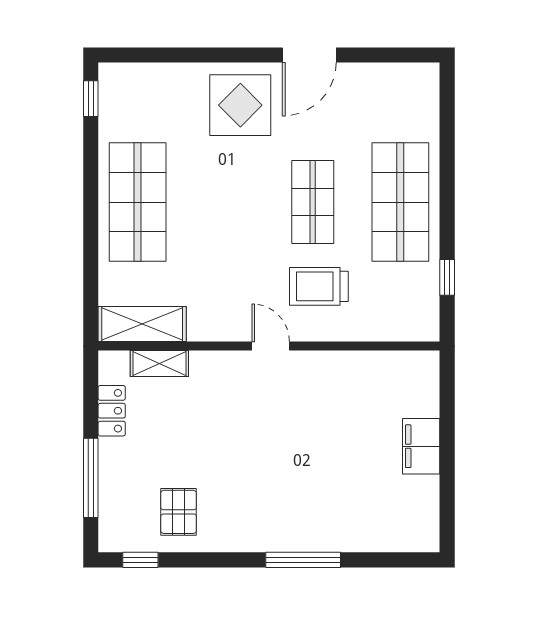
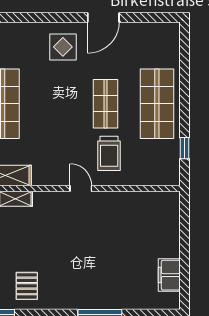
display table: (240, 105) -> (63, 47), width x0.73, depth x0.73
trolley: (319, 286) -> (109, 153), turned -90
filing cabinet: (421, 446) -> (169, 275), moved

